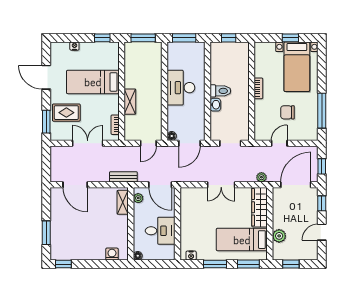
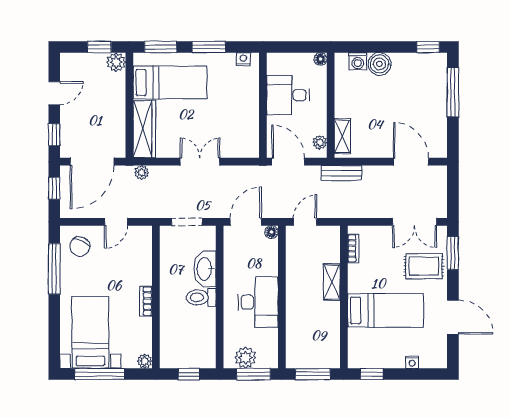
window: (290, 38) -> (100, 374), width x2.17
plant: (259, 47) -> (145, 361), added
plant: (190, 49) -> (246, 358), added
washbasin: (215, 105) -> (205, 269), width x1.91, depth x1.45
chair: (287, 112) -> (80, 247), moved, turned 114
double door: (88, 143) -> (415, 222), moved
window: (46, 233) -> (453, 92), width x1.44
plant: (279, 236) -> (116, 62), moved
boiler: (97, 252) -> (380, 64), added

